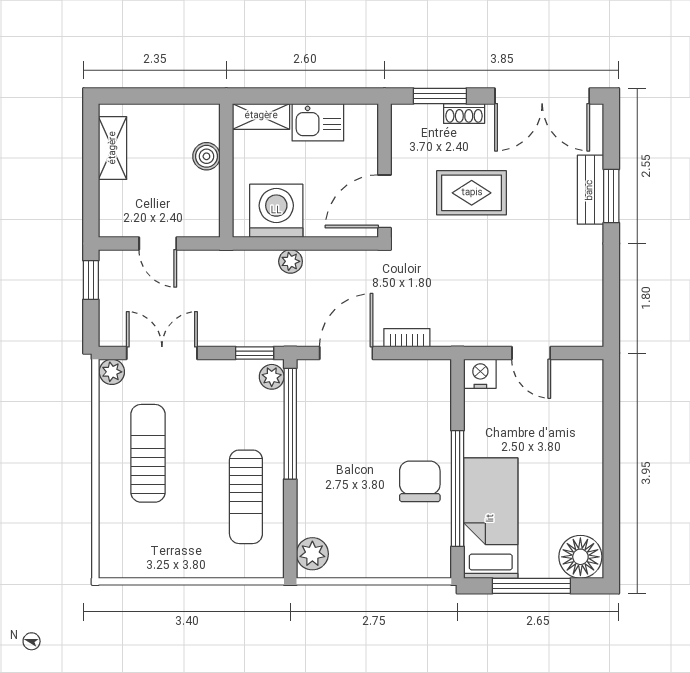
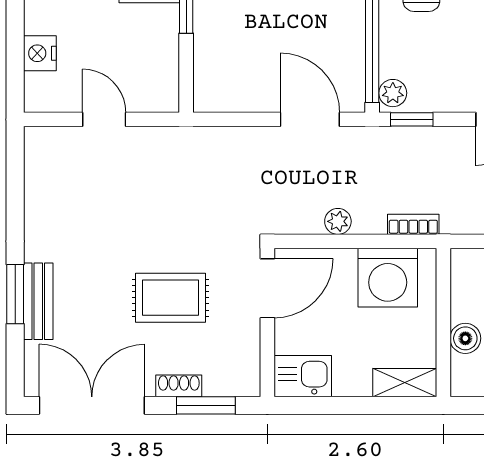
kitchen sink: (318, 122) -> (303, 376), moved
plant: (291, 261) -> (338, 221), moved
bookcase: (407, 338) -> (413, 224), moved, turned 180
door: (346, 353) -> (310, 119), swing flipped
nightstand: (480, 374) -> (40, 53), moved, turned 90

